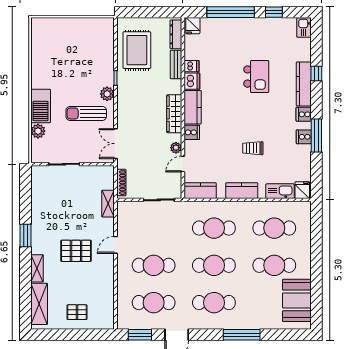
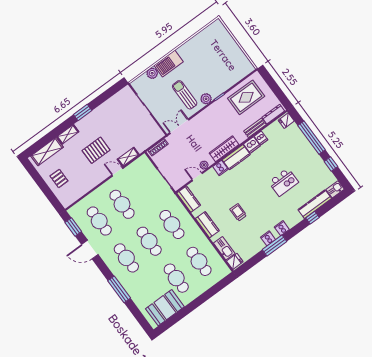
kitchen counter: (304, 84) -> (315, 204), moved
shelving: (108, 204) -> (128, 157), moved
pallet: (76, 251) -> (96, 150), turned 90

